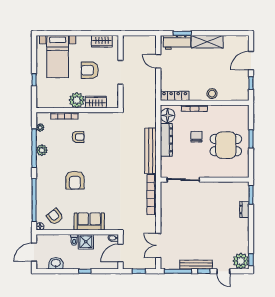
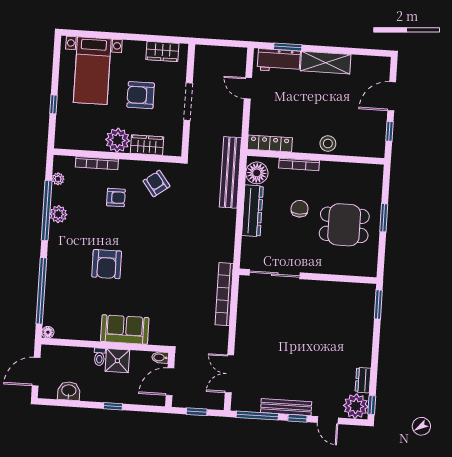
bench: (151, 151) -> (230, 172), moved
dresser: (244, 209) -> (363, 380), moved
armchair: (55, 217) -> (156, 183), moved

